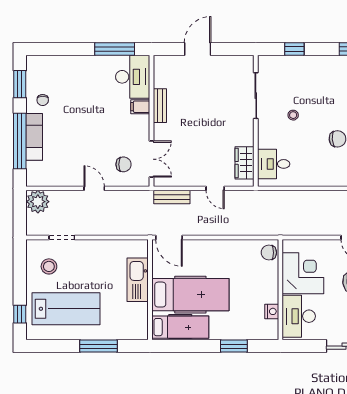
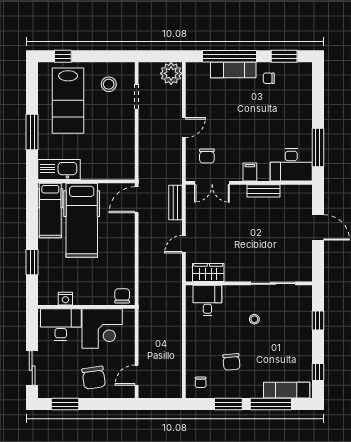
filing cabinet: (140, 107) -> (250, 172), moved
kitchen sink: (138, 280) -> (59, 170), moved

